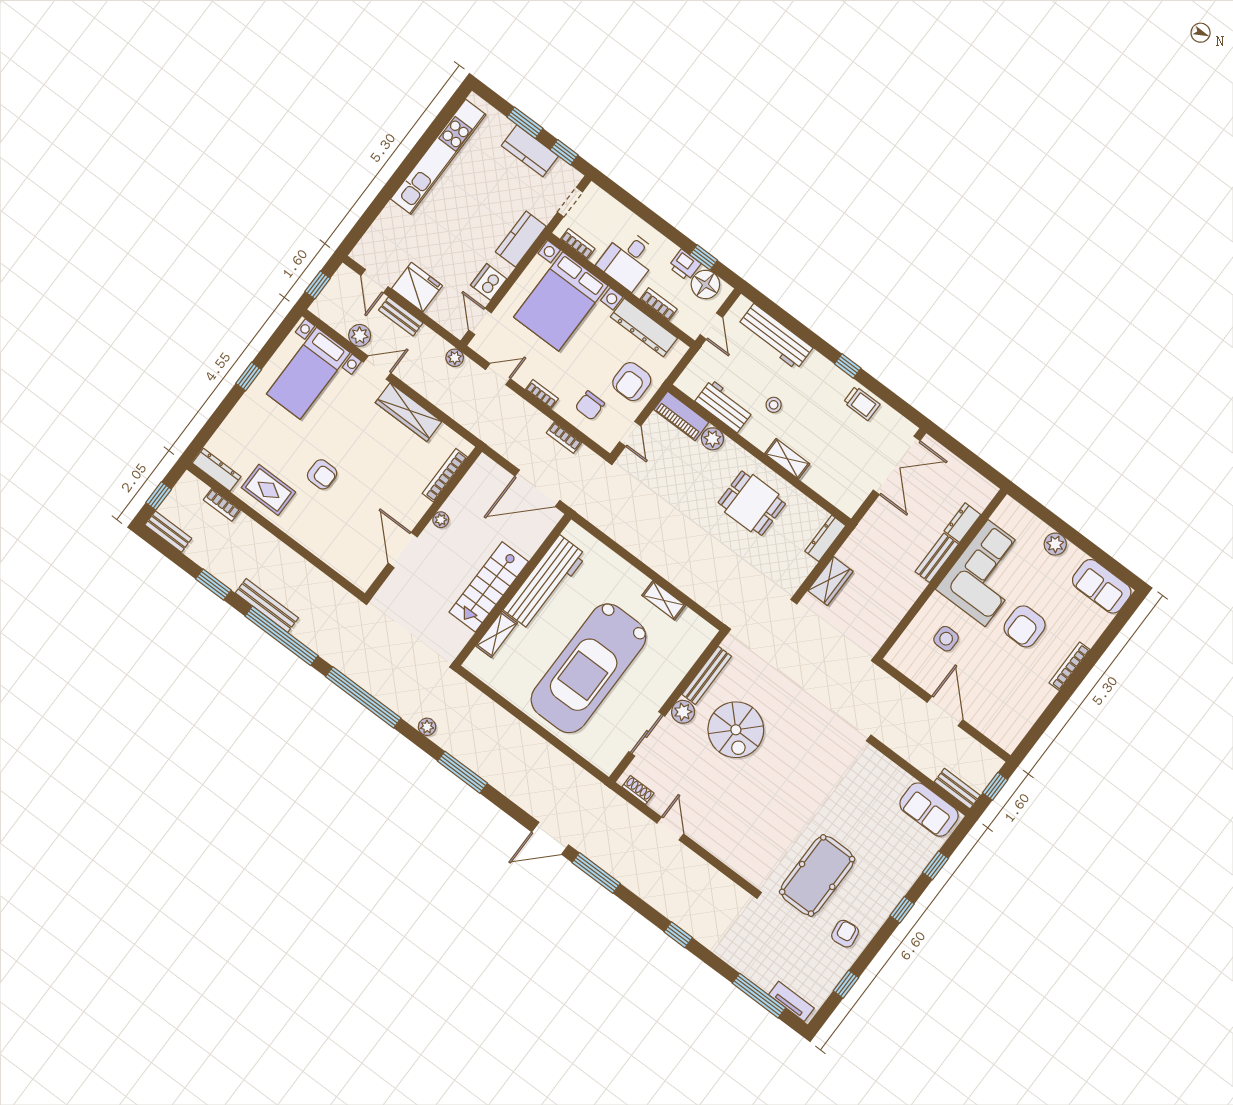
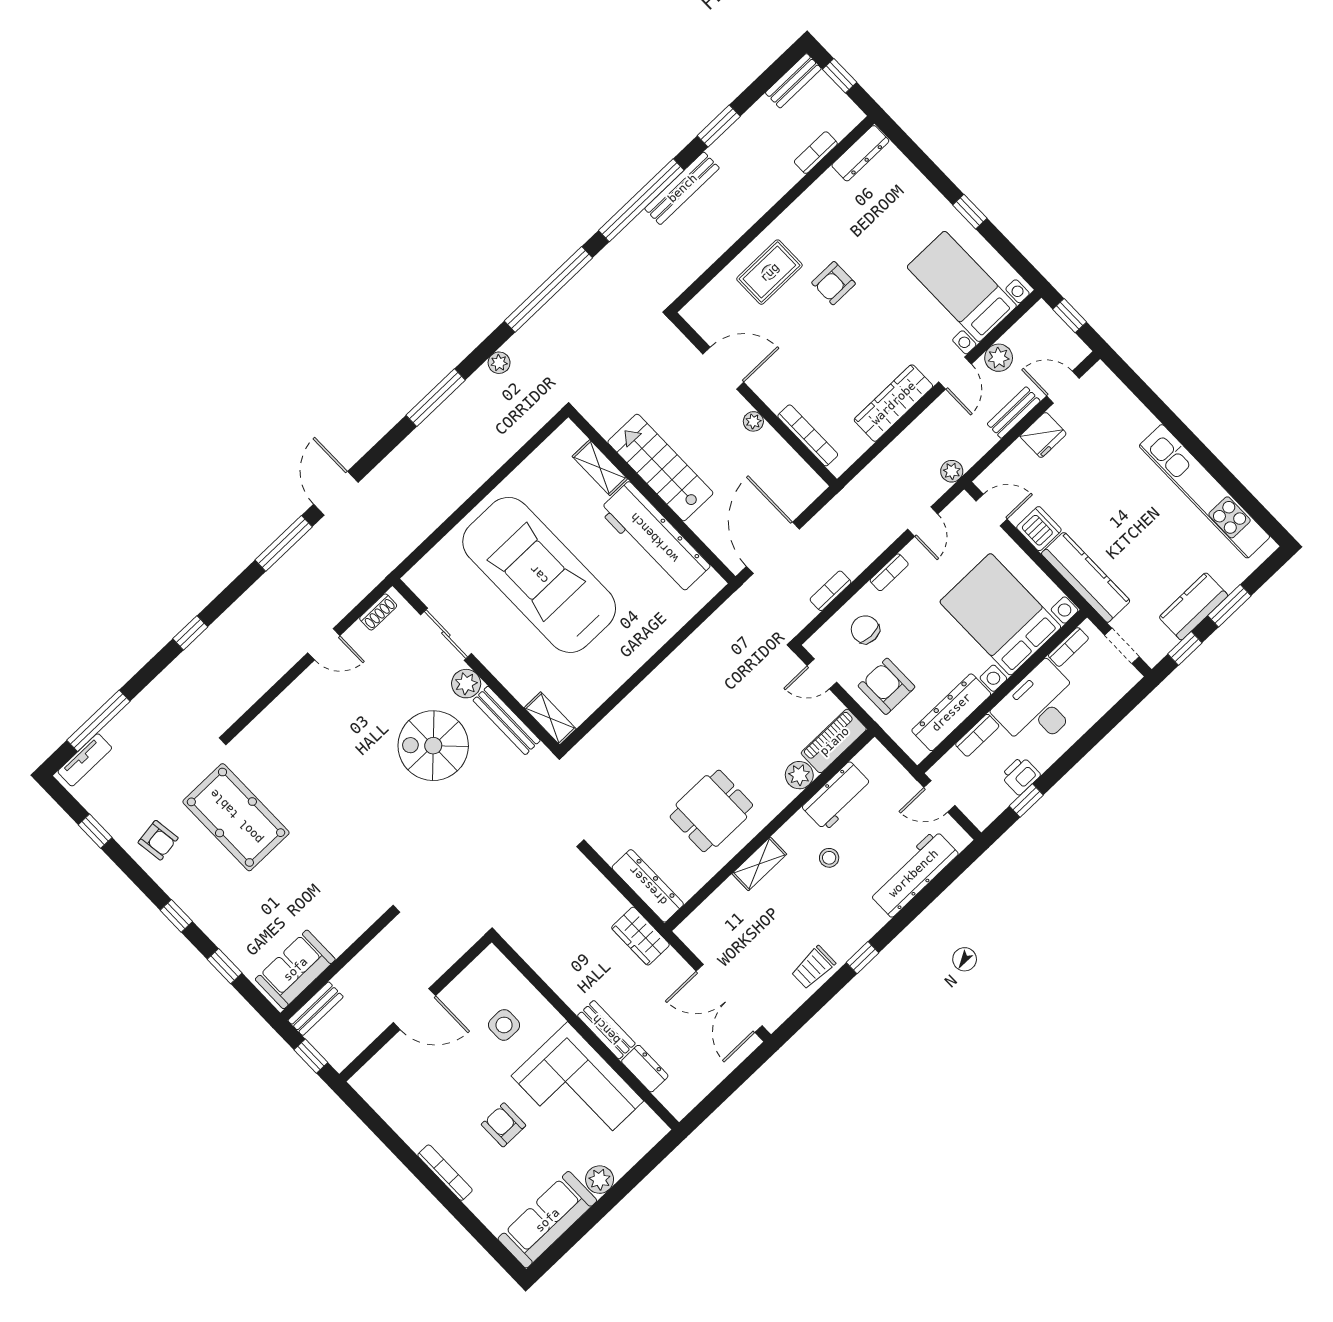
kitchen counter: (521, 239) -> (1086, 577), width x1.50
desk: (628, 259) -> (1039, 707), width x1.37
floor lamp: (705, 284) -> (992, 797), removed
fridge: (417, 287) -> (1043, 435), width x0.73, depth x0.75
rug: (268, 490) -> (769, 272), moved
dresser: (825, 538) -> (648, 886), width x1.37, depth x1.24
wardrobe: (830, 581) -> (640, 936), moved
sofa: (1102, 586) -> (547, 1220), width x1.36
shelving: (664, 600) -> (550, 718), moved, turned 90
armchair: (1025, 626) -> (504, 1125), width x0.72, depth x0.72

